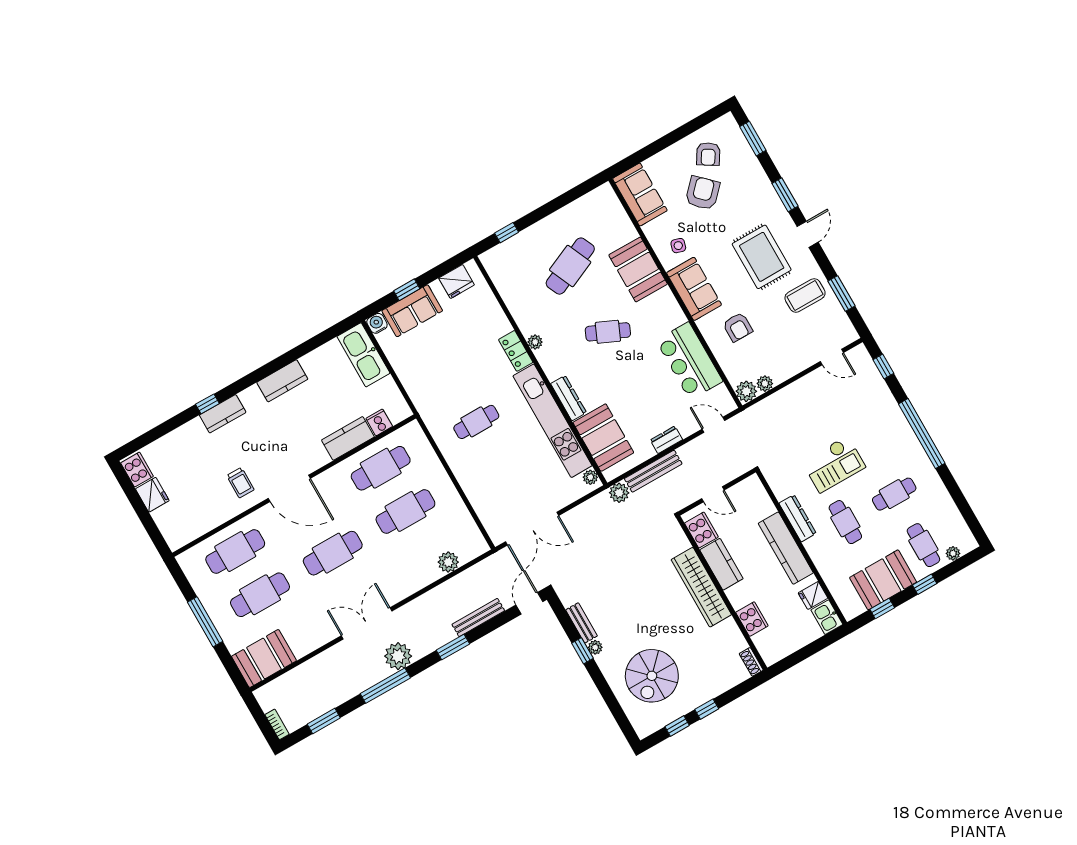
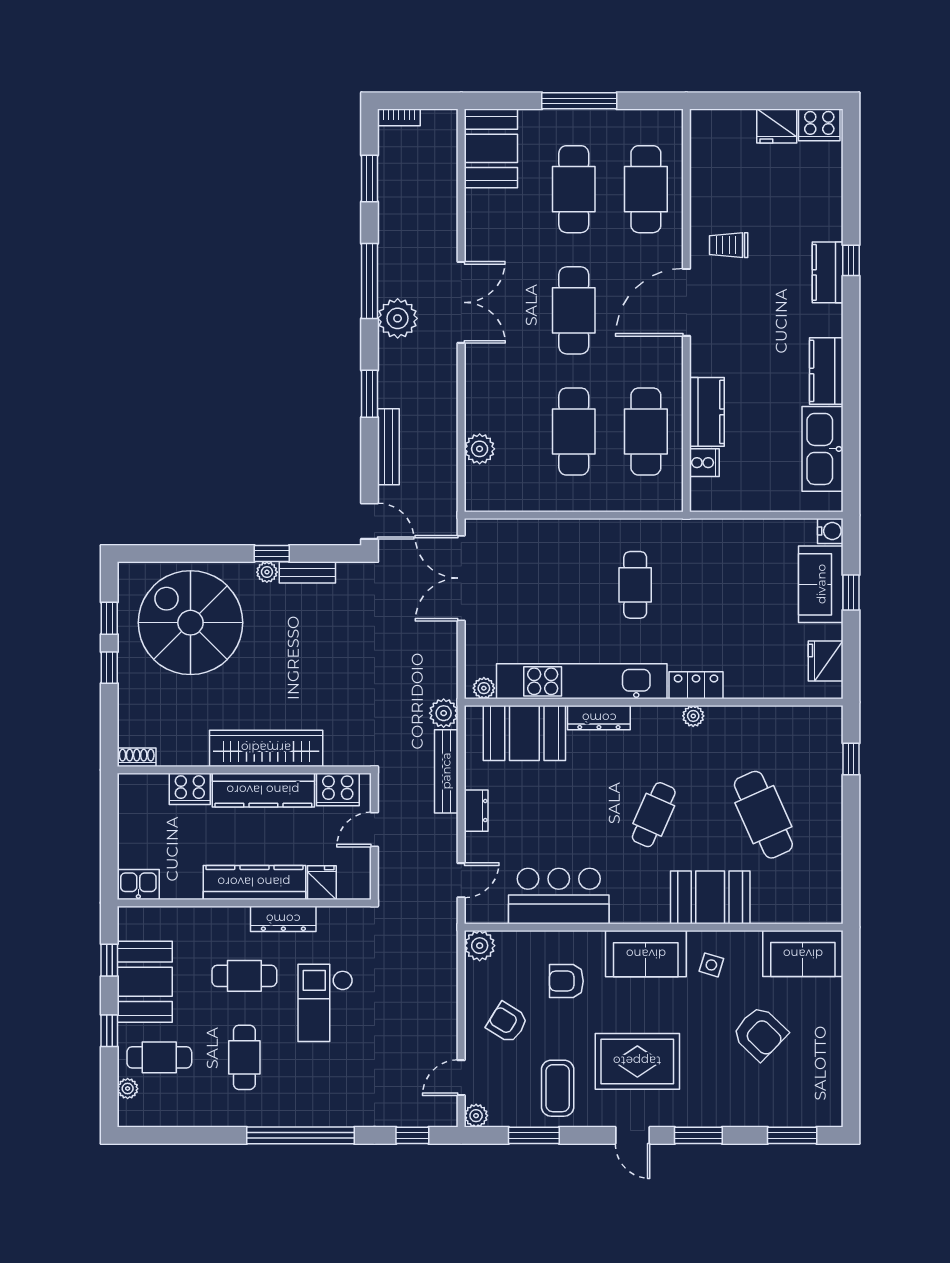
armchair: (708, 154) -> (507, 1023), moved
kitchen sink: (363, 355) -> (823, 449), moved, turned -90
plant: (765, 384) -> (476, 1116), moved
kitchen counter: (721, 564) -> (263, 790), width x1.50
fridge: (813, 595) -> (322, 883), moved
spiral stairs: (652, 676) -> (190, 623), width x1.37, depth x1.37

